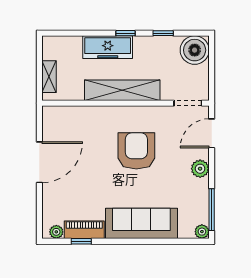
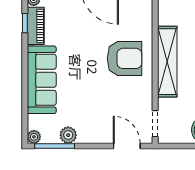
armchair: (136, 151) -> (125, 58), moved
plant: (200, 169) -> (68, 135), moved

